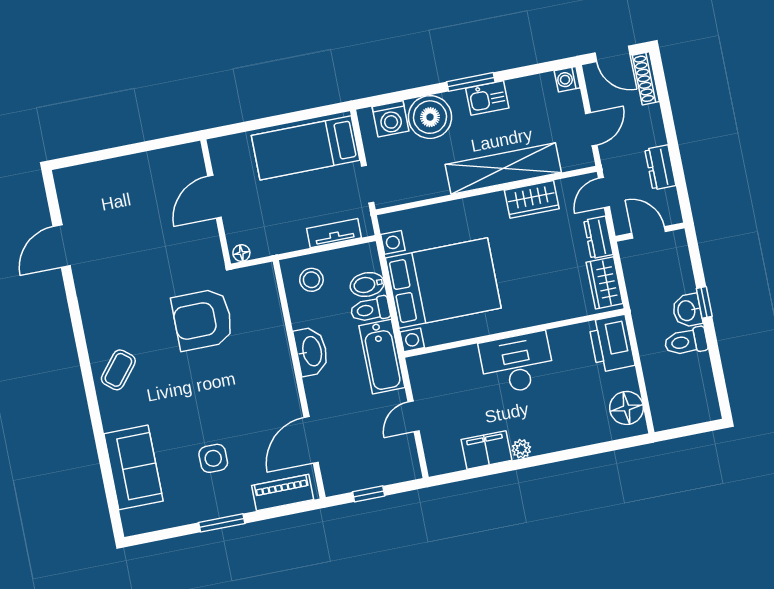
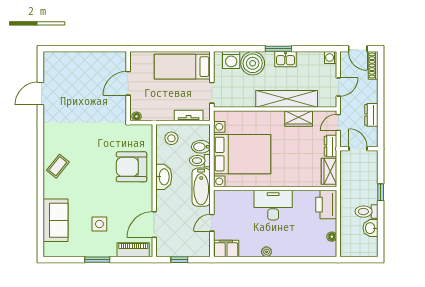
washbasin: (687, 311) -> (371, 228), moved
armchair: (203, 320) -> (132, 167), moved
floor lamp: (627, 408) -> (332, 237), width x0.53, depth x0.53
filing cabinet: (487, 450) -> (226, 249), moved

